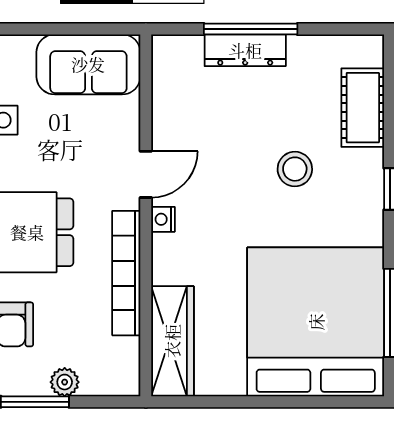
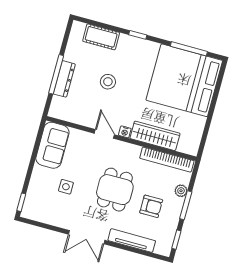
stool: (295, 169) -> (108, 82), moved
bookcase: (126, 273) -> (167, 160), moved
wardrobe: (172, 341) -> (155, 136), moved

